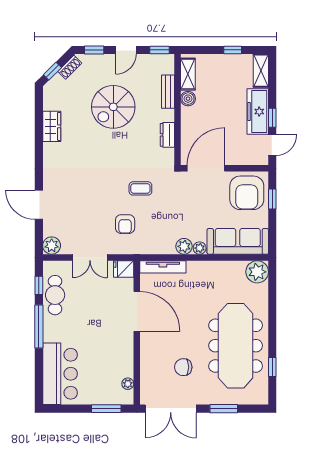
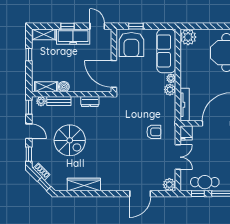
plant: (168, 67) -> (41, 101), added
window: (272, 118) -> (68, 26), moved
wardrobe: (52, 126) -> (84, 185), width x1.50
coffee table: (140, 188) -> (128, 121), removed
armchair: (247, 193) -> (131, 44), turned 90

